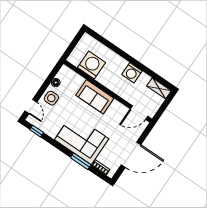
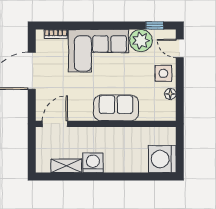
washing machine: (91, 65) -> (162, 159), moved, turned 90
shelving: (159, 88) -> (66, 166), moved
plant: (51, 128) -> (141, 41), added
window: (81, 161) -> (83, 25), removed

